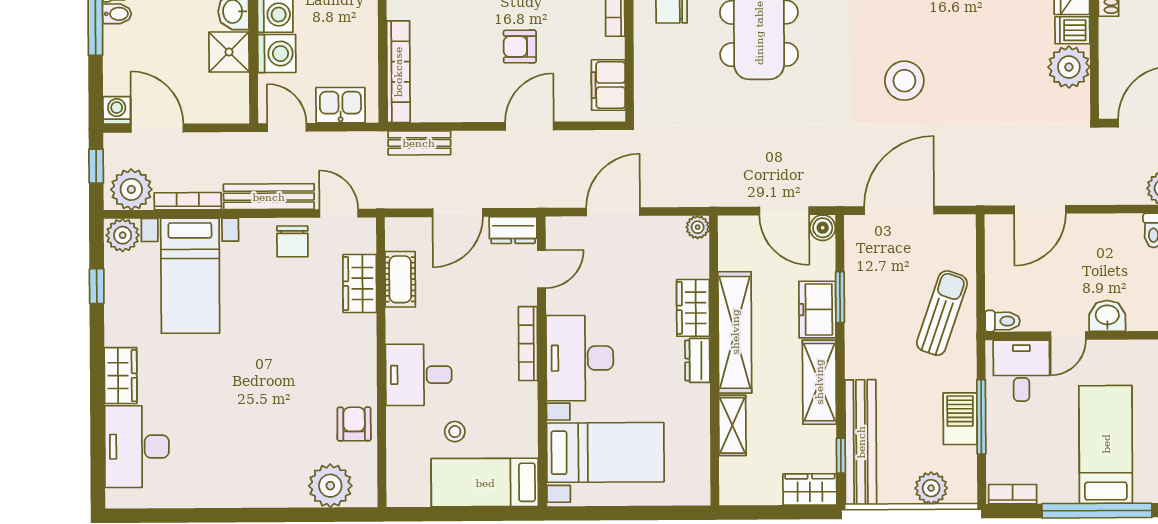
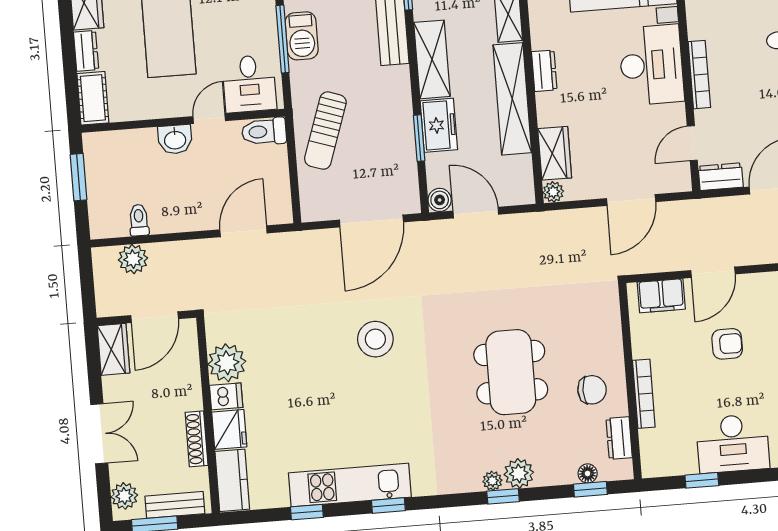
filing cabinet: (608, 85) -> (661, 296), moved, turned 90
wardrobe: (693, 308) -> (555, 153), moved
toilet: (1002, 321) -> (264, 132), width x1.37, depth x1.39

